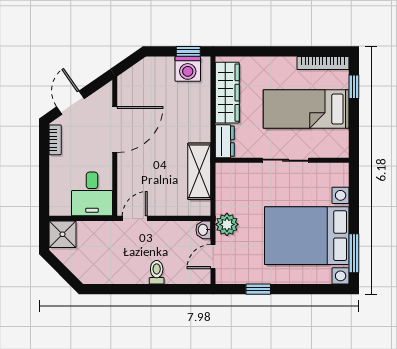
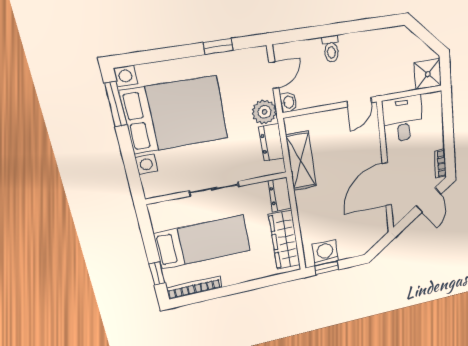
dresser: (225, 194) -> (271, 143), added

